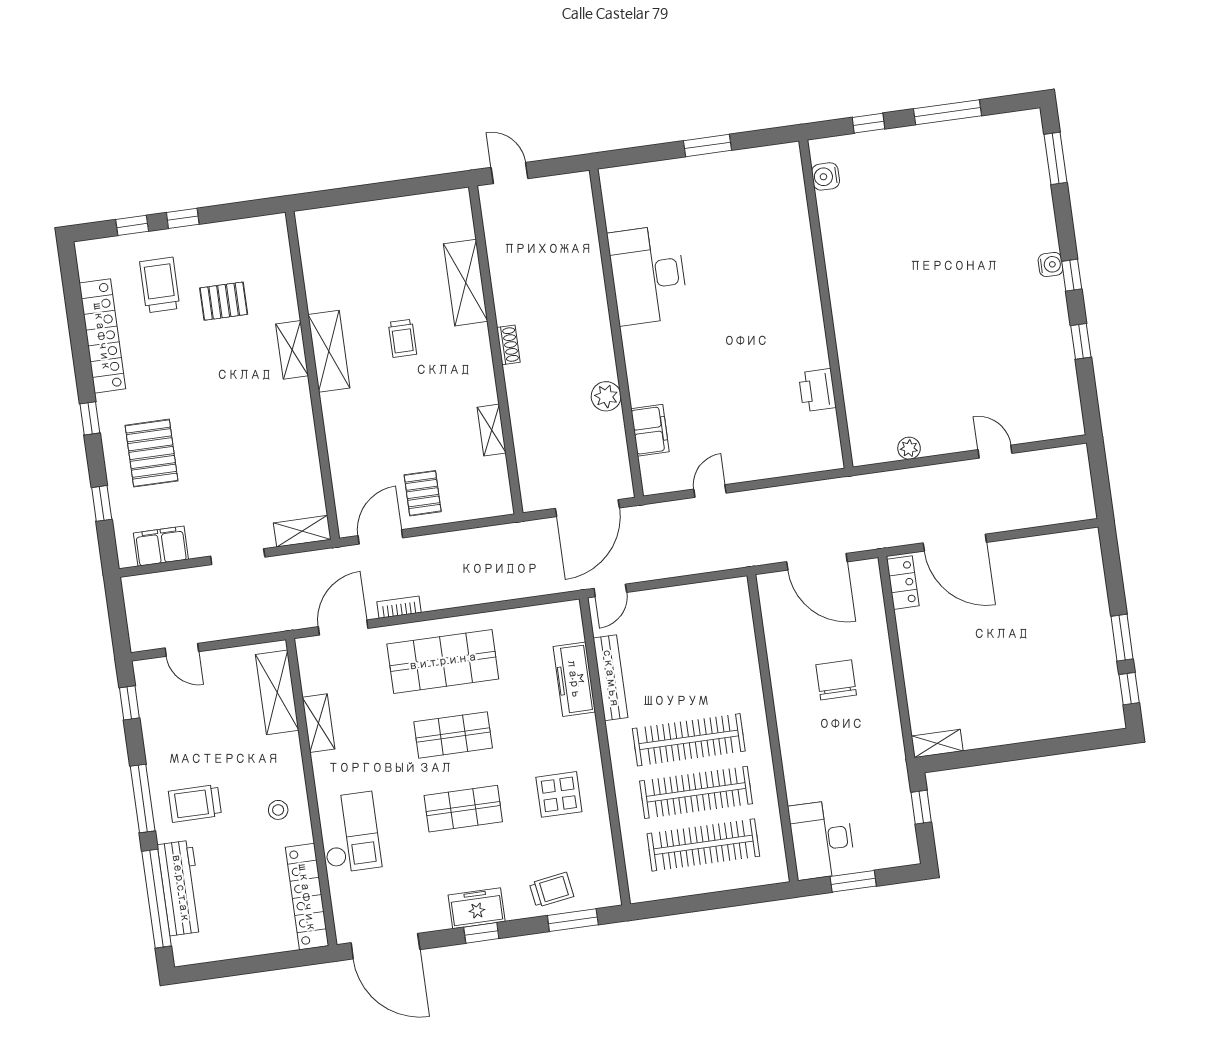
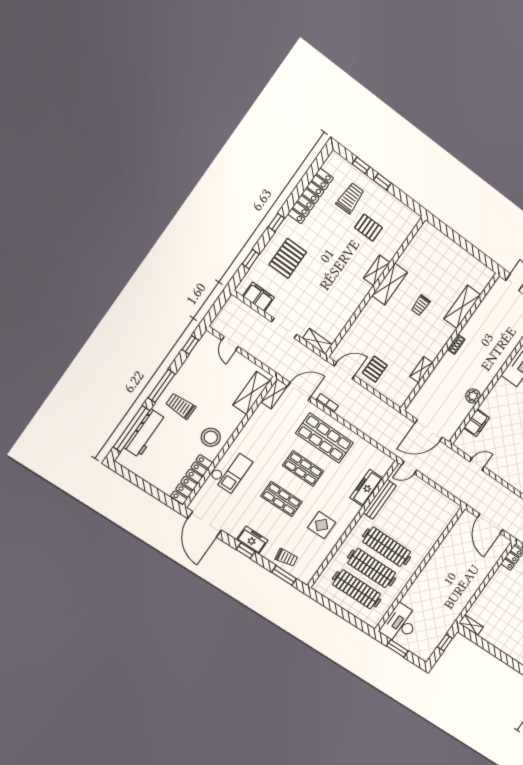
chair: (836, 680) -> (458, 572), removed
shelving: (319, 723) -> (274, 394), moved
stool: (278, 810) -> (211, 437), width x1.89, depth x1.89

